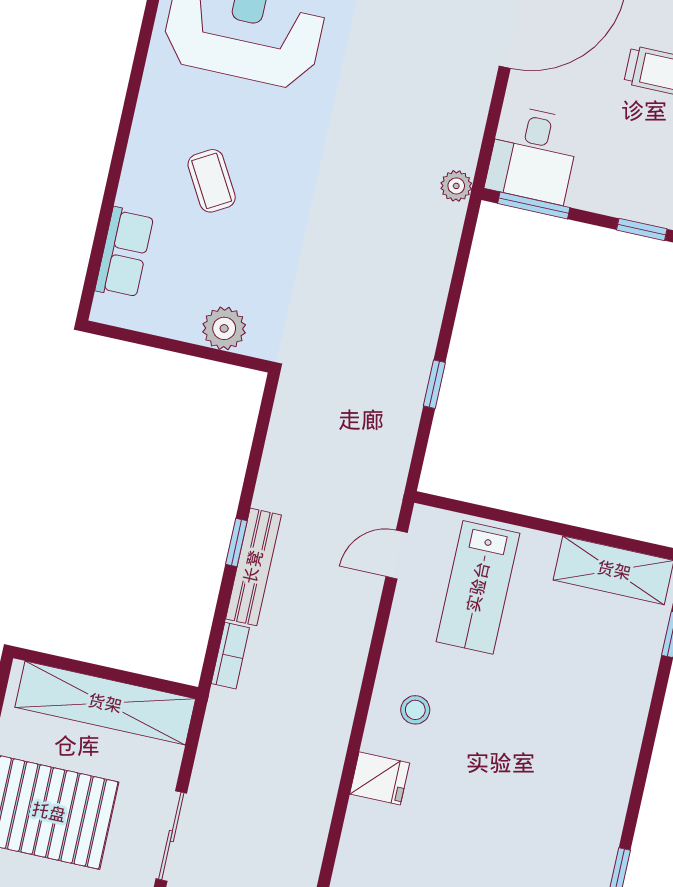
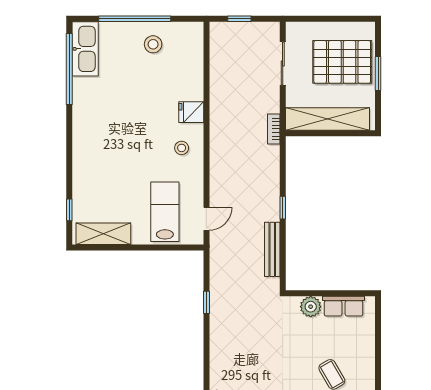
row of seats: (124, 253) -> (344, 306), moved, turned -90
bench: (253, 567) -> (272, 249), moved
bookcase: (230, 656) -> (274, 129), moved

